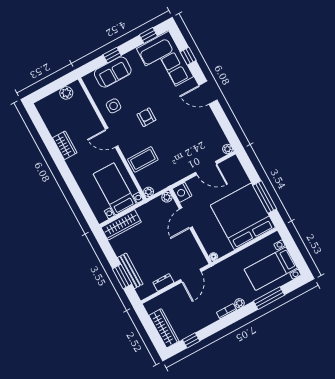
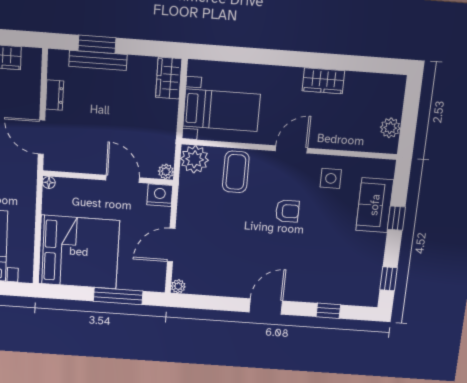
corner sofa: (165, 63) -> (340, 278), removed
plant: (149, 192) -> (195, 159), width x1.88, depth x1.88
window: (265, 197) -> (118, 296), moved
wardrobe: (121, 225) -> (169, 78), width x0.67

